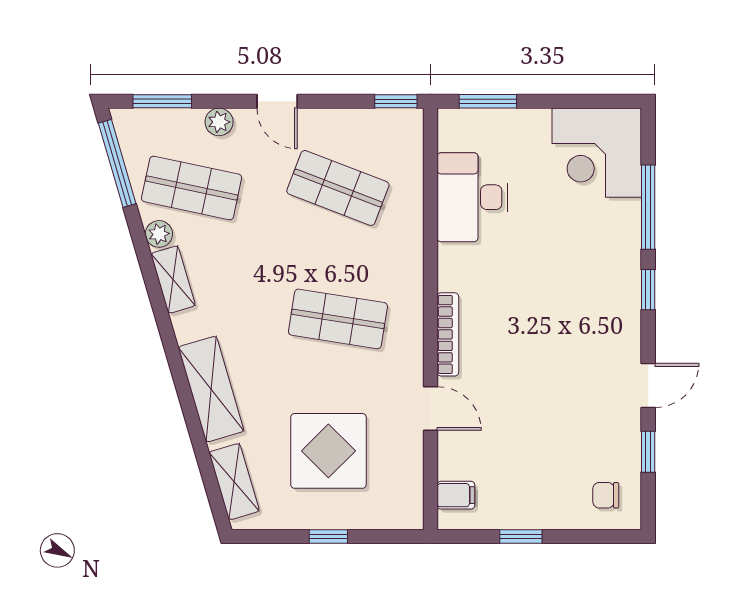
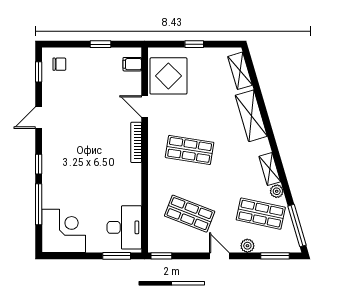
desk: (472, 197) -> (124, 227), moved
display table: (328, 451) -> (168, 76), moved
window: (648, 452) -> (39, 72), moved

